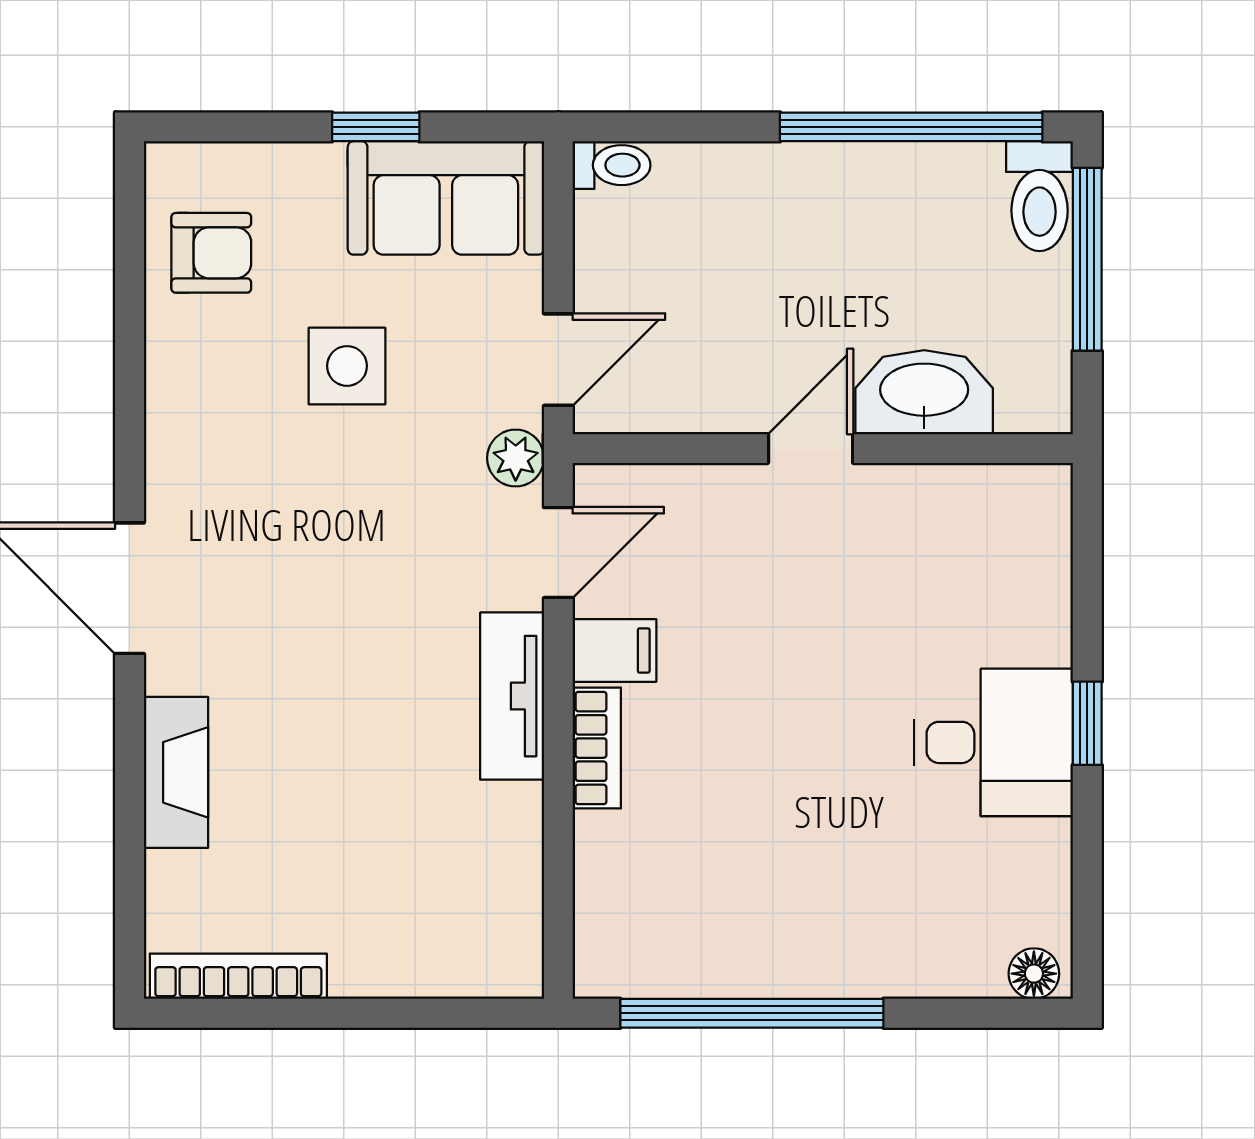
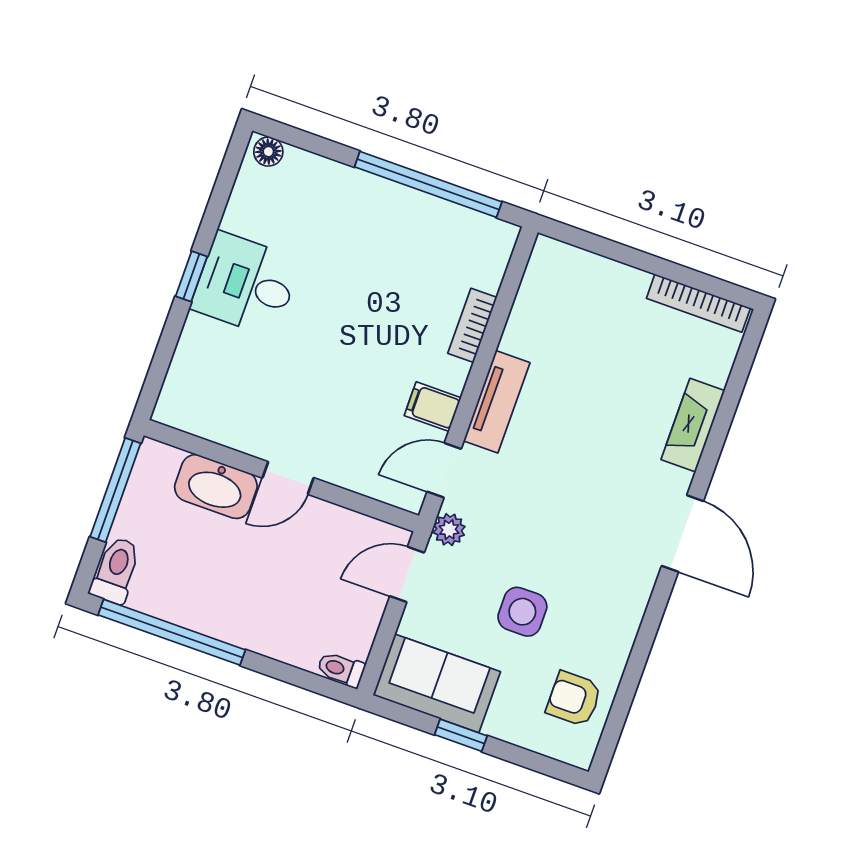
window: (1087, 259) -> (115, 490), moved
bookcase: (597, 748) -> (472, 325), moved

